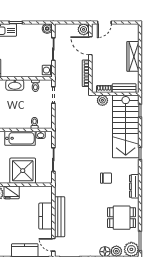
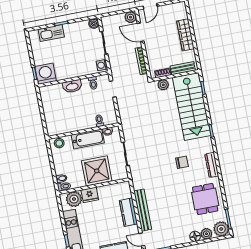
dining table: (122, 218) -> (205, 199), turned 90

